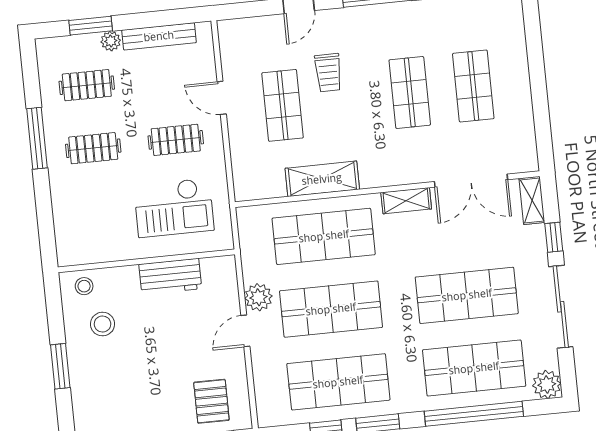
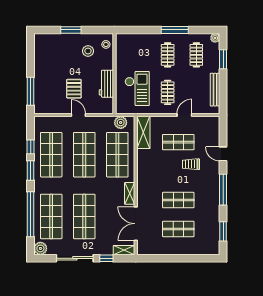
plant: (111, 41) -> (215, 38), moved
shelving: (322, 179) -> (143, 132), moved
checkout: (174, 208) -> (137, 88), turned 180
plant: (258, 297) -> (121, 122), moved
pallet: (211, 401) -> (74, 89), moved, turned 90

